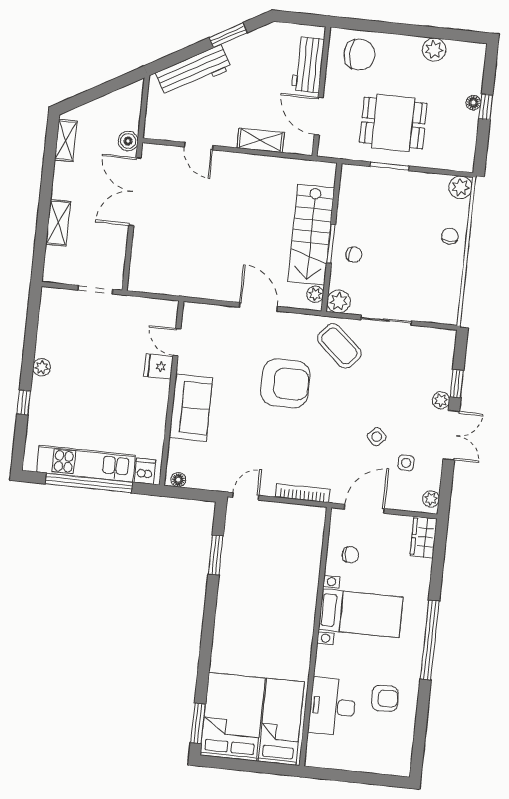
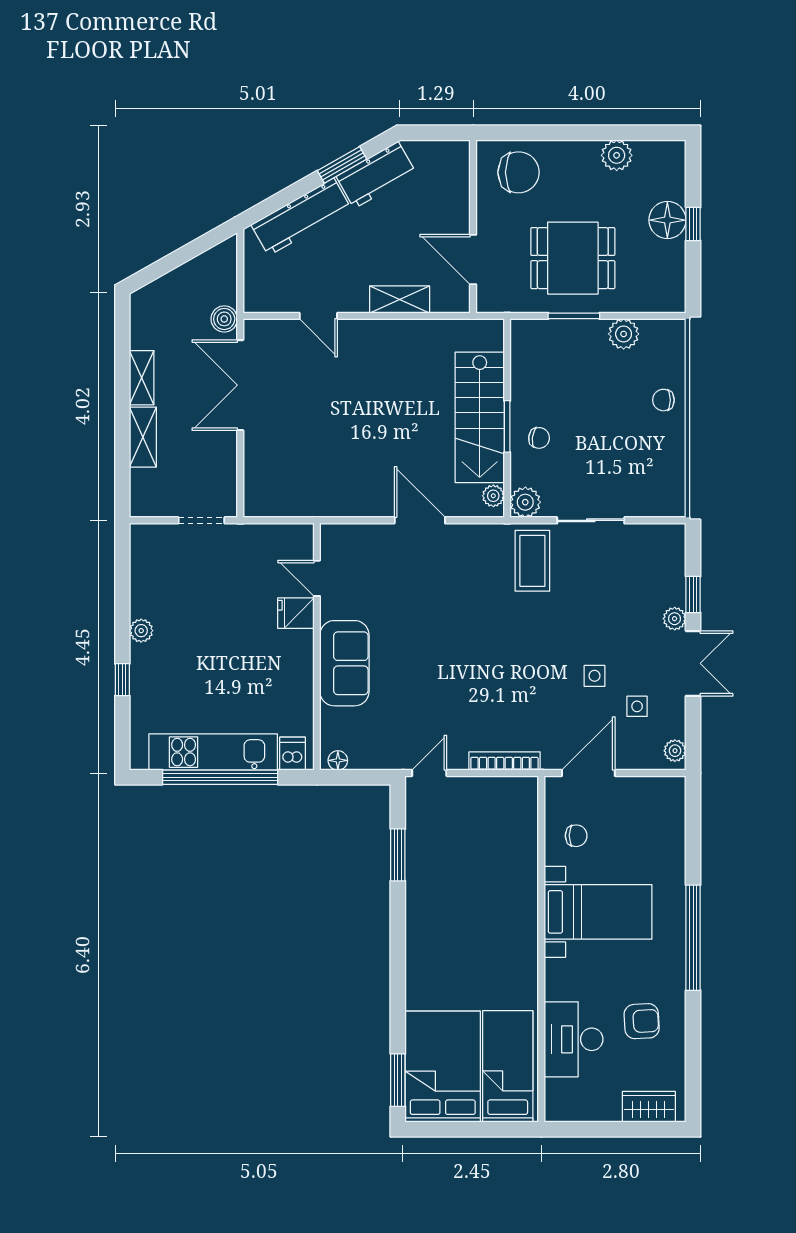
workbench: (308, 65) -> (376, 175), moved, turned -120
floor lamp: (473, 103) -> (667, 220), width x1.89, depth x1.89
shelving: (66, 140) -> (142, 378), moved
plant: (460, 187) -> (624, 334), moved
chair: (450, 236) -> (663, 400), turned -90
coffee table: (339, 346) -> (532, 561), turned 49
armchair: (285, 383) -> (466, 618), removed
side table: (377, 437) -> (595, 676), turned 45
wardrobe: (424, 537) -> (649, 1107), moved, turned 90

